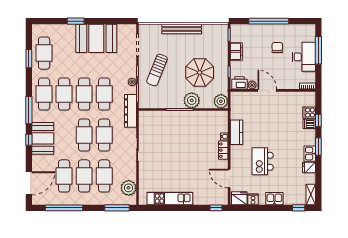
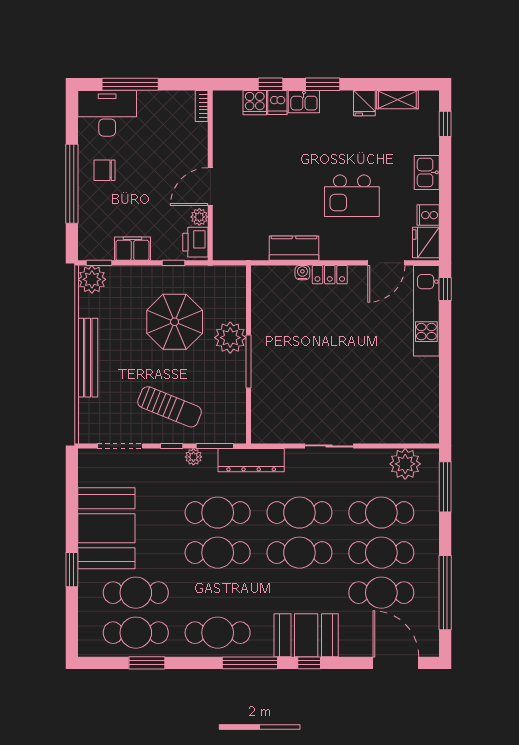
chair: (277, 48) -> (104, 170), moved
desk: (304, 57) -> (107, 113), moved
cafe table: (64, 94) -> (136, 593), moved
plant: (221, 101) -> (92, 279), moved
kitchen sink: (310, 154) -> (304, 102), moved
shelving: (311, 195) -> (397, 100), moved
kitchen unit: (170, 199) -> (426, 311), moved

